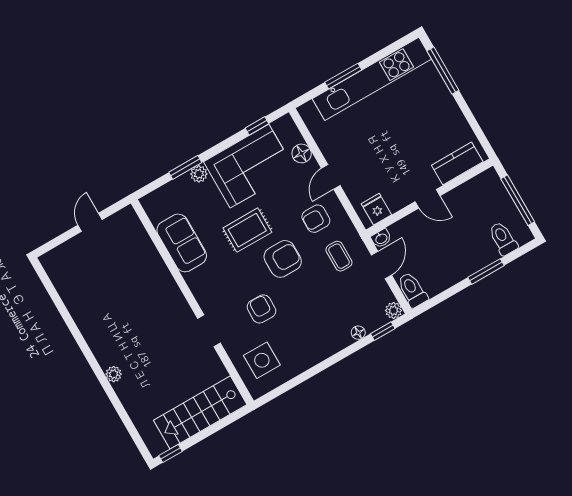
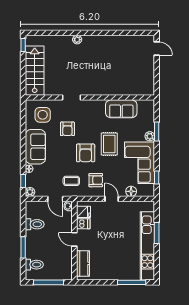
dishwasher: (395, 199) -> (83, 224), added
door: (428, 199) -> (74, 239), hinge flipped
armchair: (316, 219) -> (96, 180), turned 90
door: (90, 222) -> (157, 49), moved
toilet: (412, 290) -> (35, 224), moved
armchair: (261, 309) -> (67, 129), turned 89
sofa: (318, 343) -> (35, 147), added

